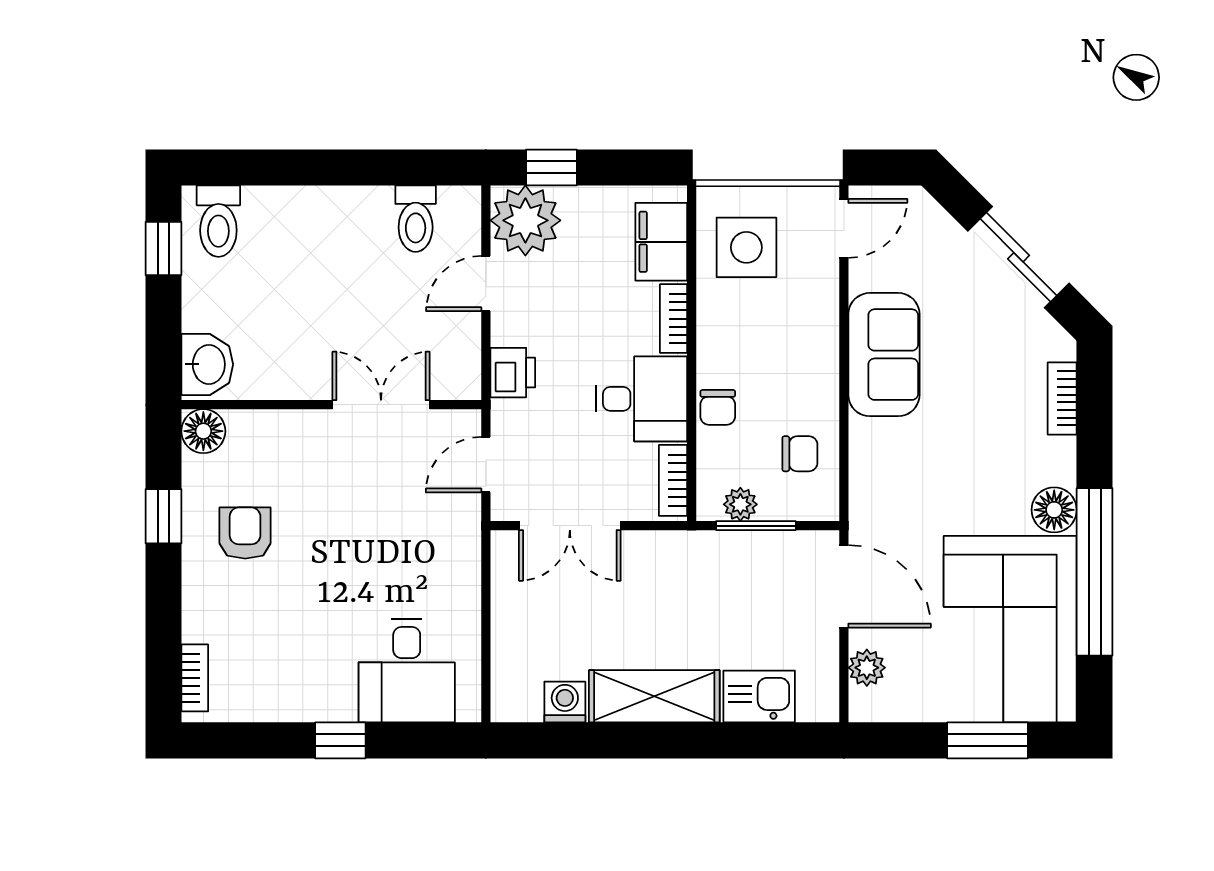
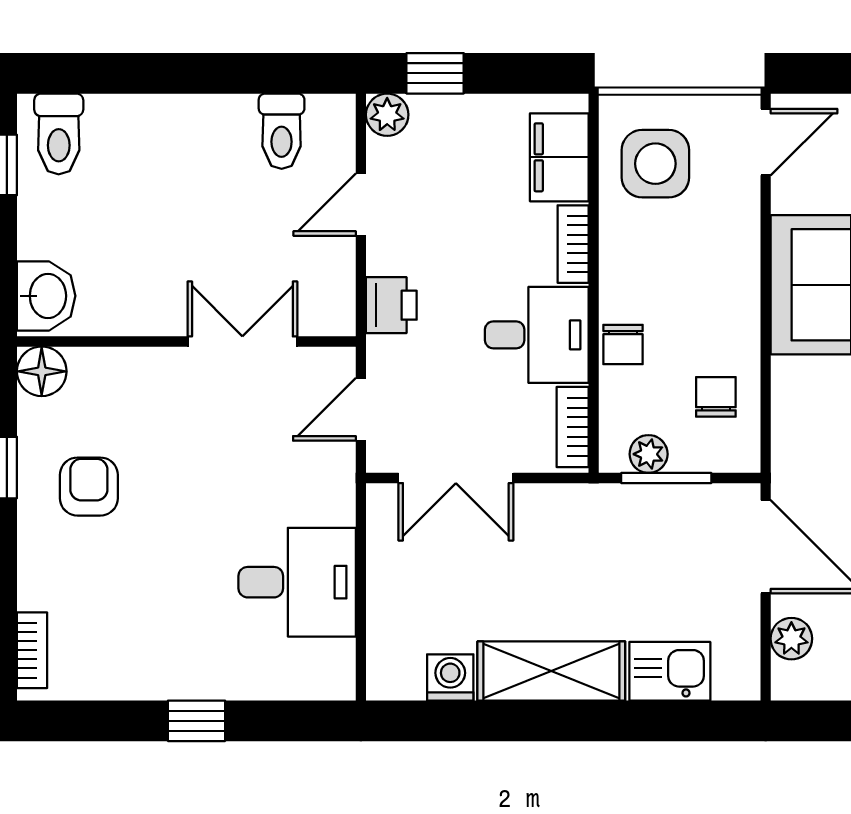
plant: (525, 220) -> (387, 115), width x0.53, depth x0.53
chair: (800, 454) -> (716, 397), turned -90
desk: (407, 671) -> (297, 582), moved, turned -90

